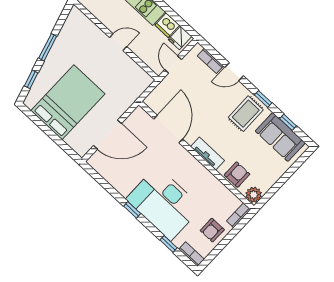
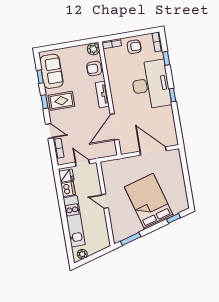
window: (48, 47) -> (131, 239), moved
door: (173, 65) -> (82, 163), swing flipped
bed: (68, 102) -> (149, 201), moved, turned 74

